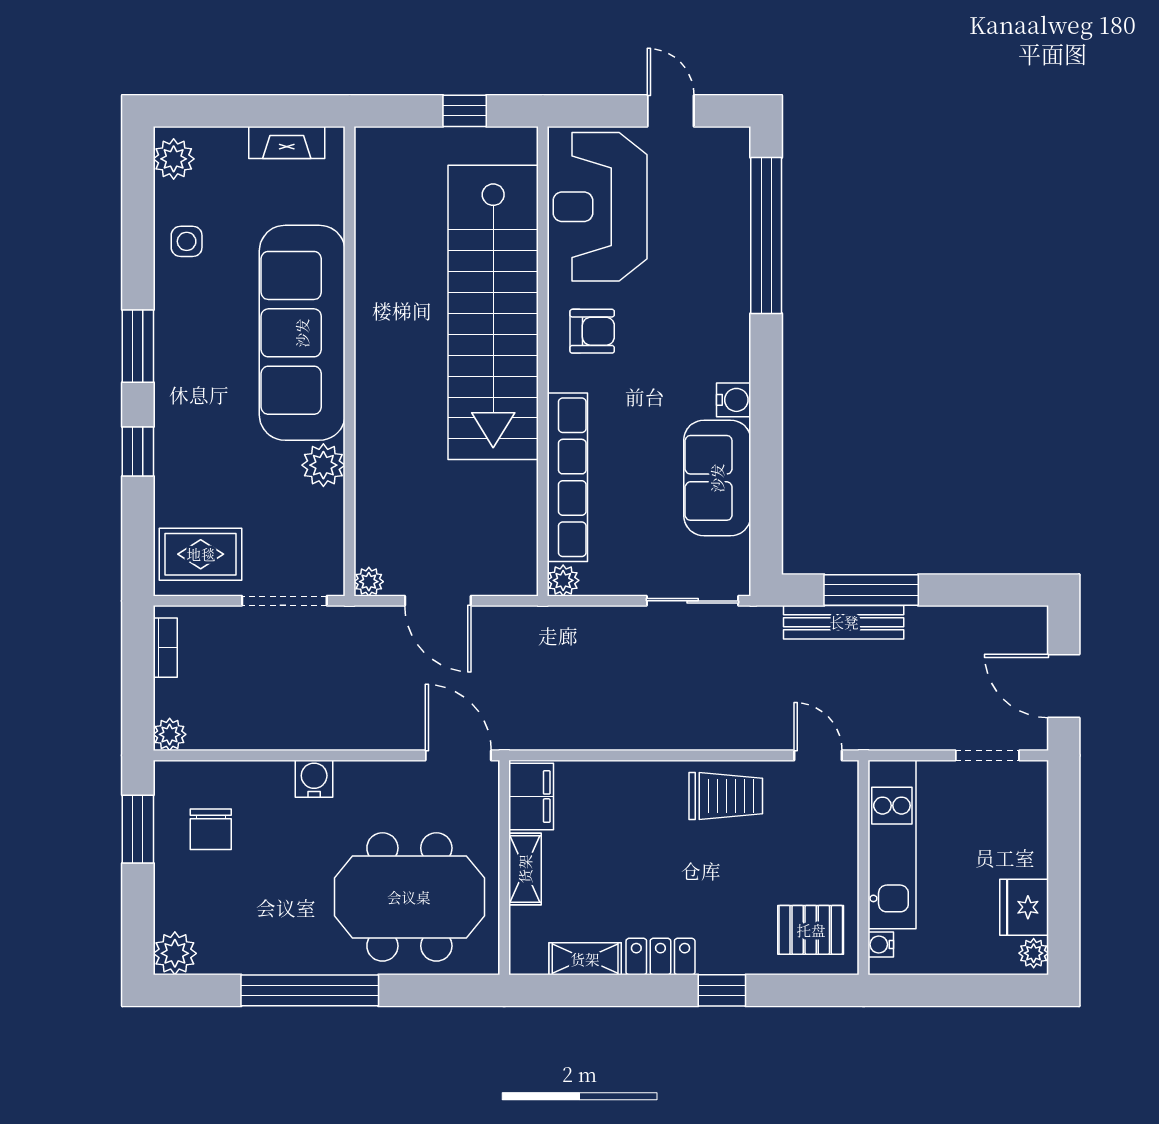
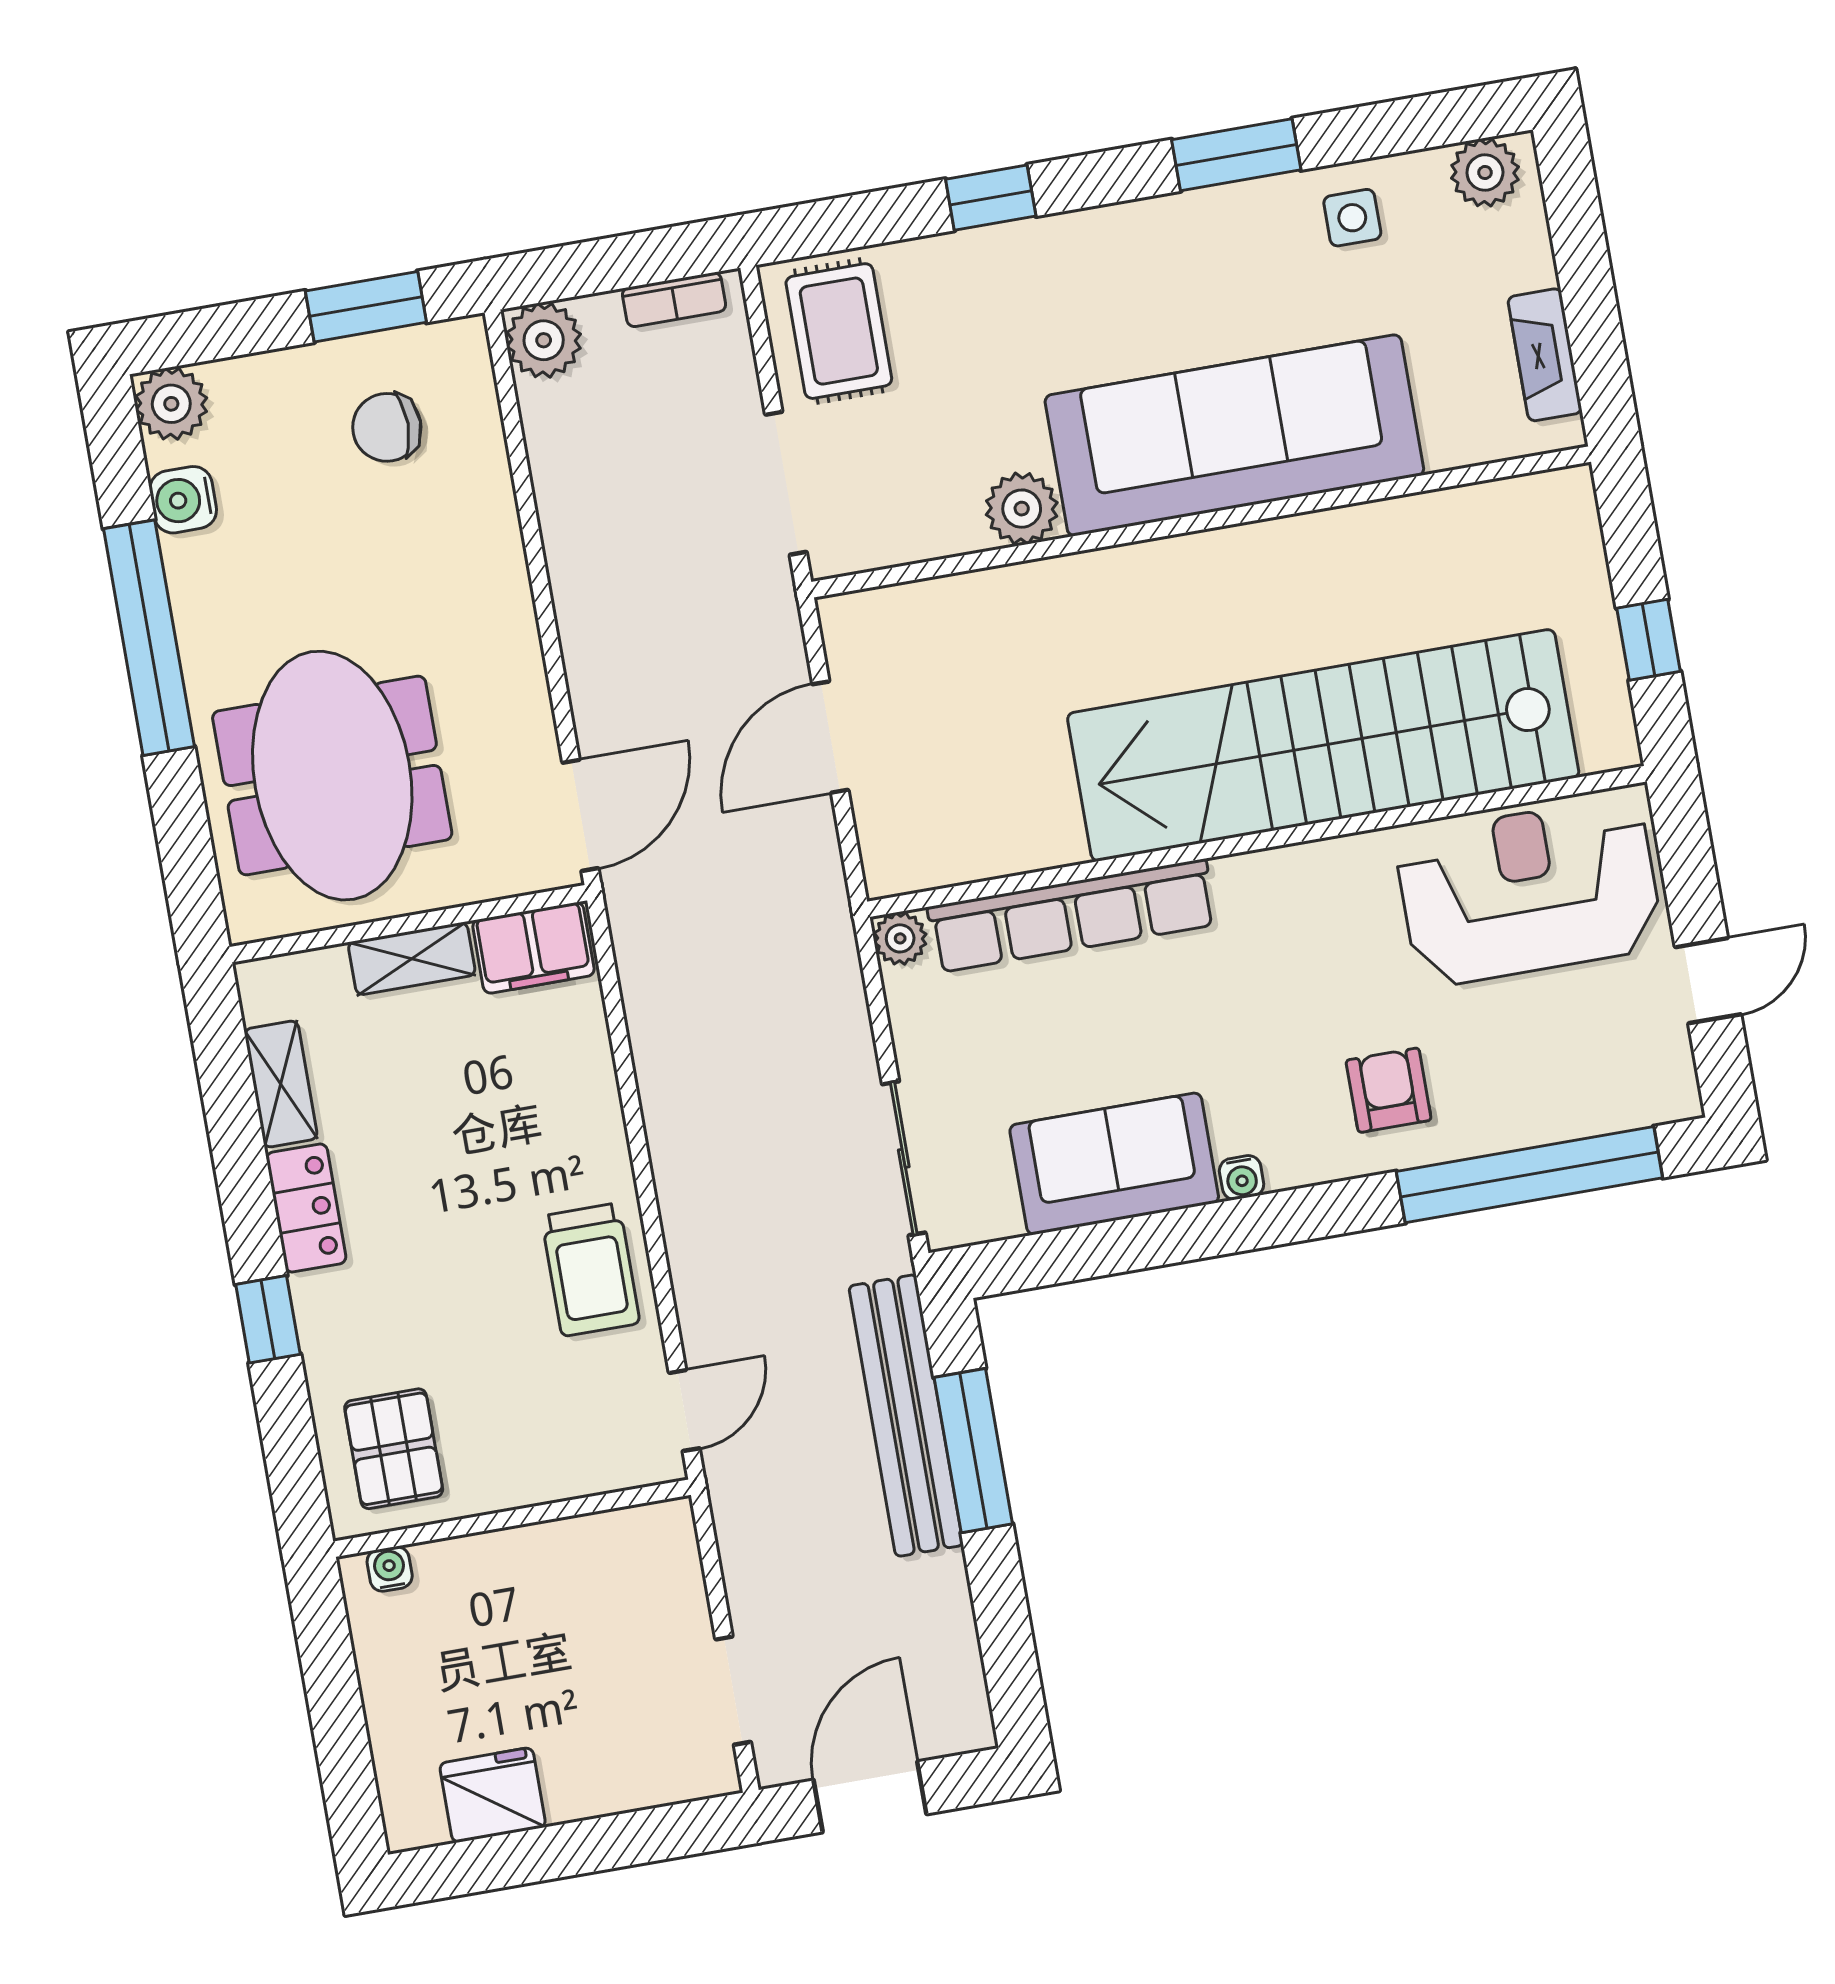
armchair: (592, 331) -> (1389, 1090), moved, turned 180
window: (138, 346) -> (1236, 155), moved
water cooler: (734, 400) -> (1242, 1178), width x0.72, depth x0.72
plant: (369, 582) -> (842, 617), removed
bench: (844, 622) -> (906, 1416), width x1.37, depth x1.21
plant: (170, 734) -> (544, 340), width x1.38, depth x1.38
water cooler: (314, 779) -> (183, 500), moved, turned 180
kitchen unit: (892, 844) -> (558, 1559), removed
plant: (1034, 953) -> (419, 1824), removed

